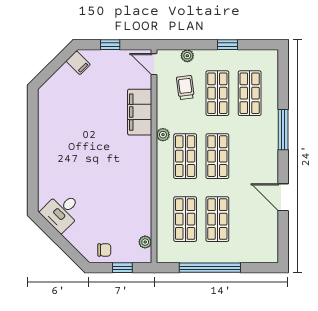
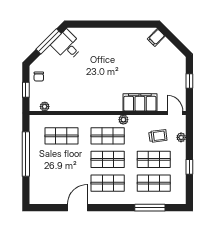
filing cabinet: (78, 63) -> (156, 38), moved
door: (154, 64) -> (175, 113), hinge flipped
window: (283, 130) -> (150, 208), moved
shop shelf: (217, 219) -> (108, 183), moved
window: (56, 237) -> (49, 41), added

